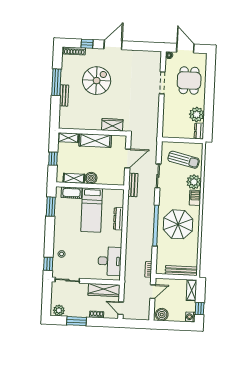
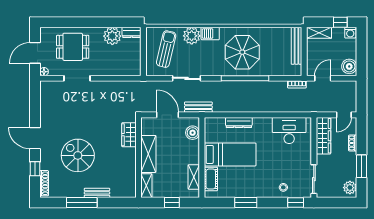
boiler: (91, 178) -> (193, 133), moved
window: (51, 207) -> (246, 203), moved
door: (153, 292) -> (323, 78), hinge flipped

